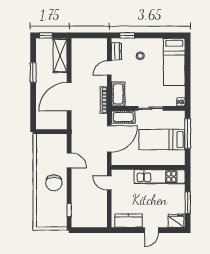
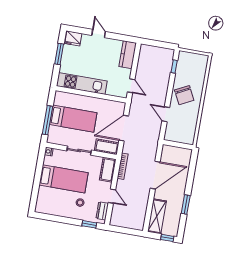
bed: (174, 62) -> (64, 179), moved, turned 90
door: (109, 68) -> (112, 196), hinge flipped
chair: (54, 183) -> (184, 95), turned 153
kitchen counter: (129, 221) -> (128, 55), moved, turned 90
door: (151, 230) -> (99, 33), hinge flipped

